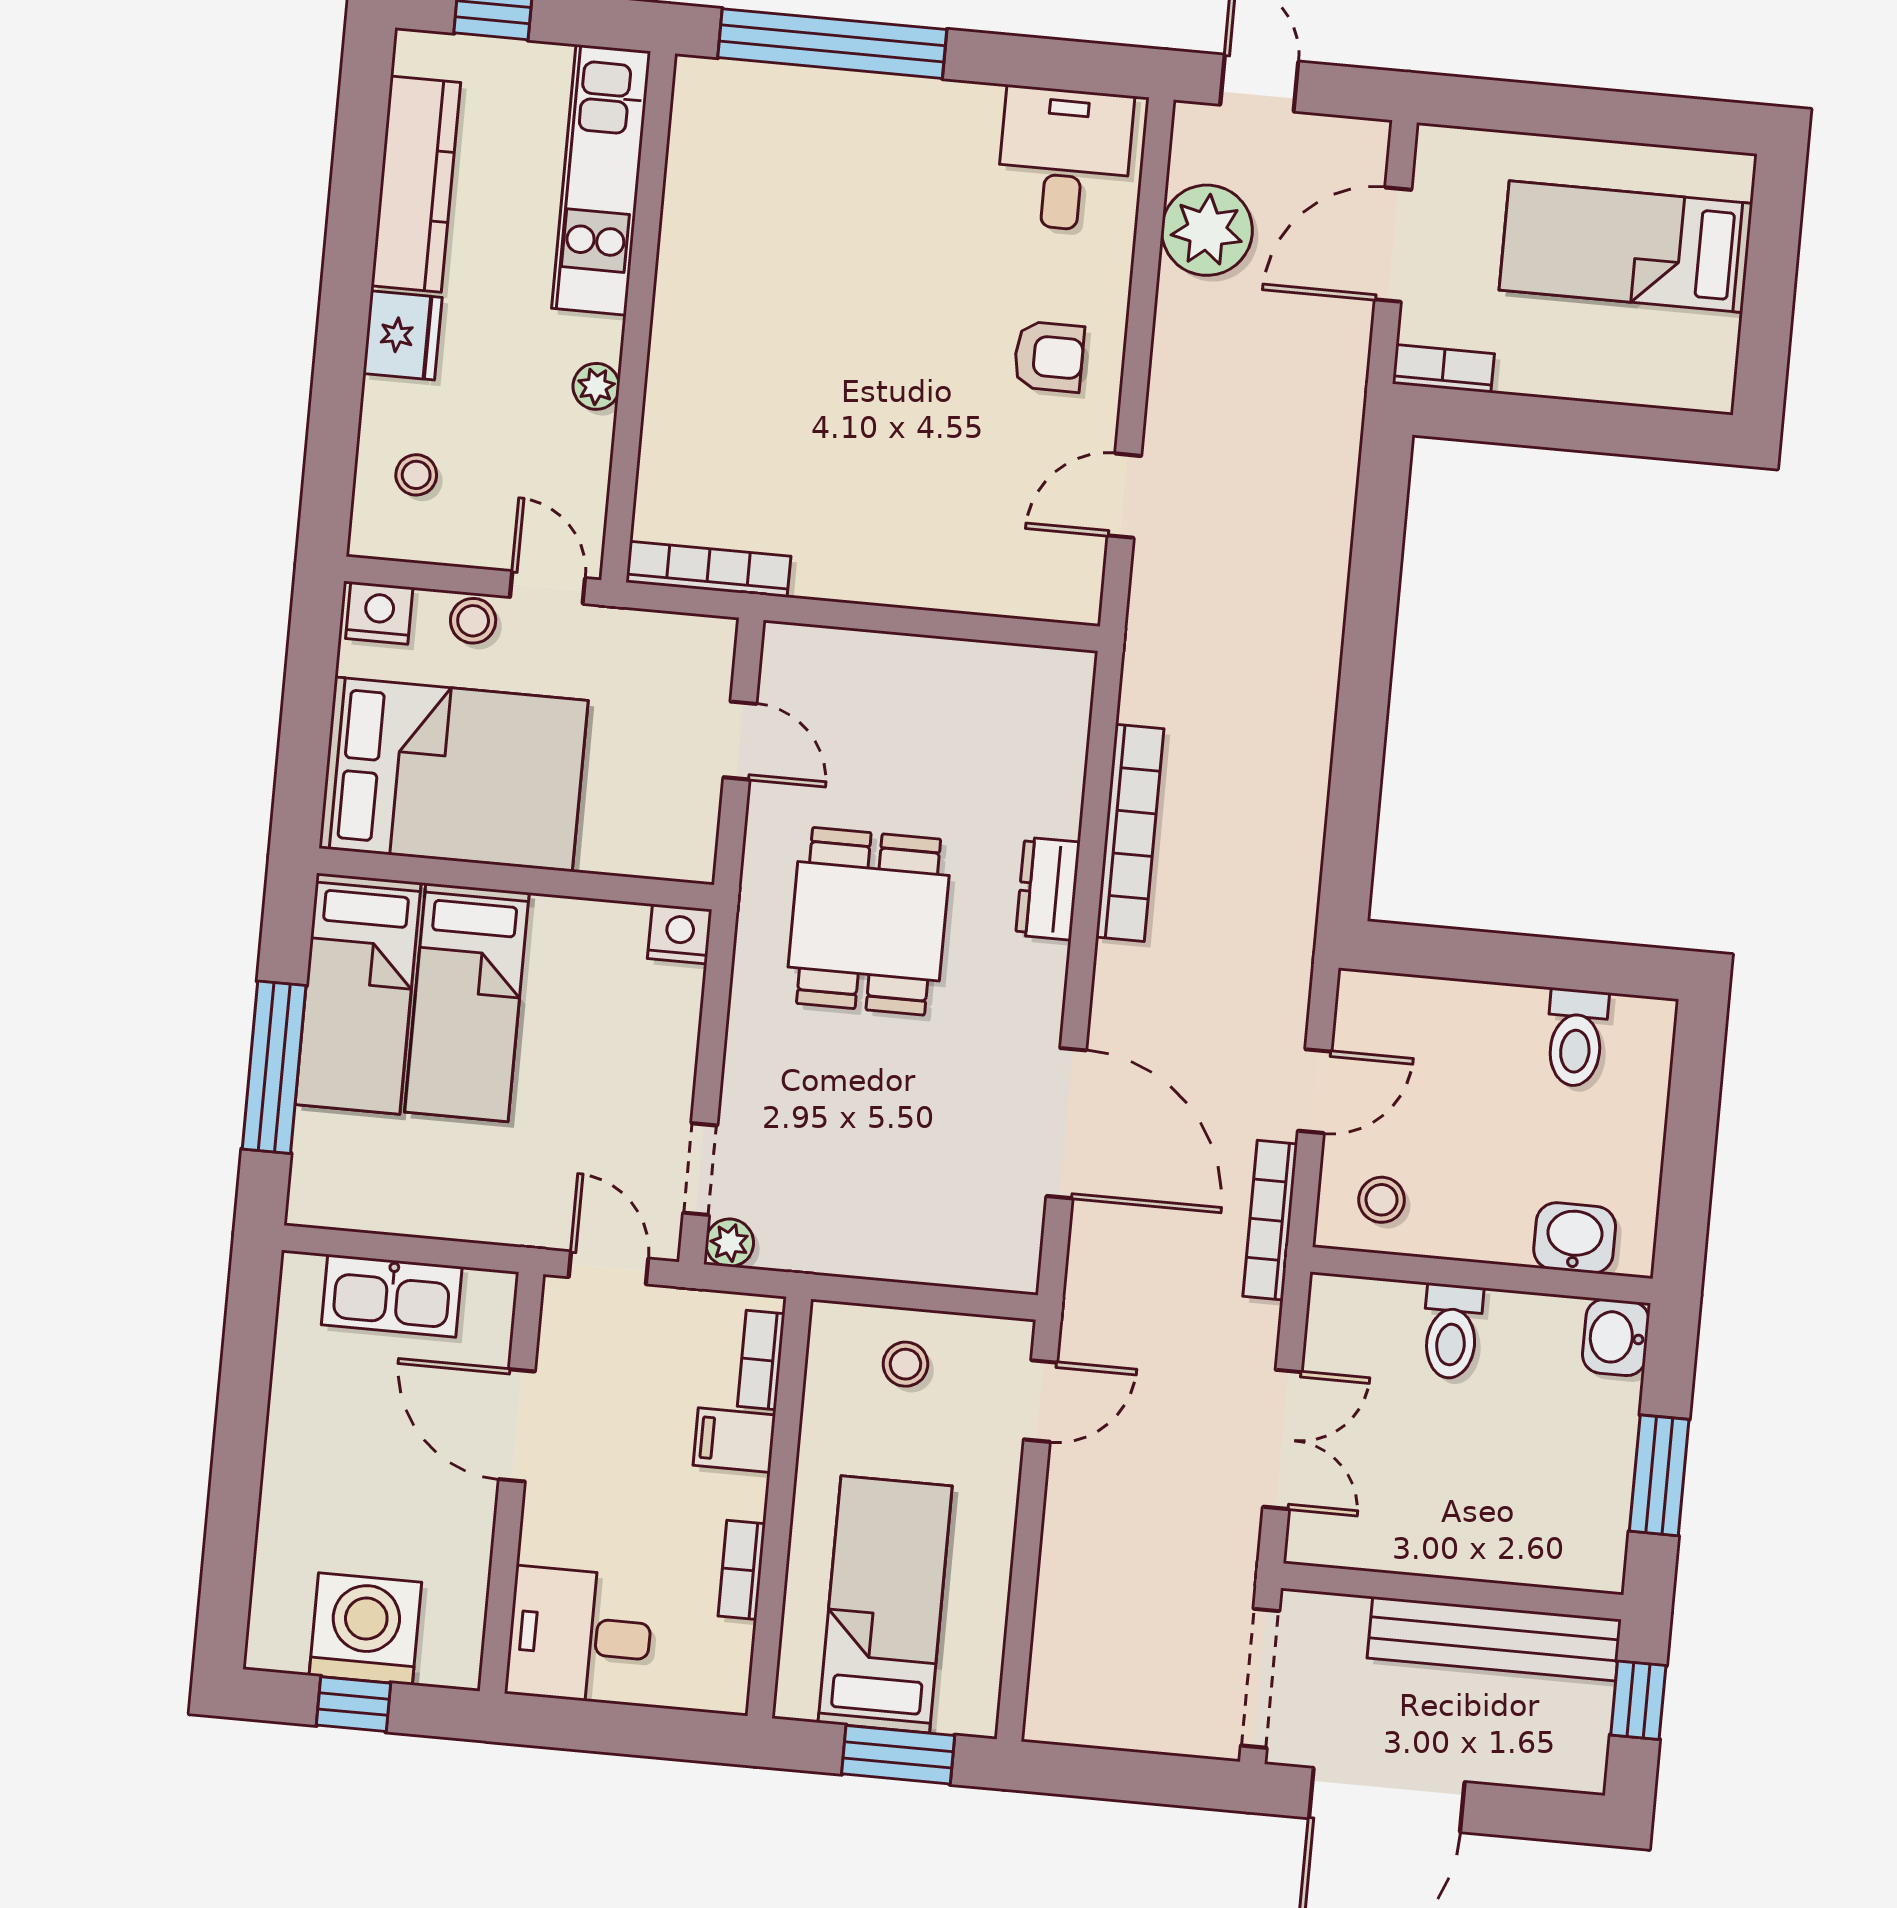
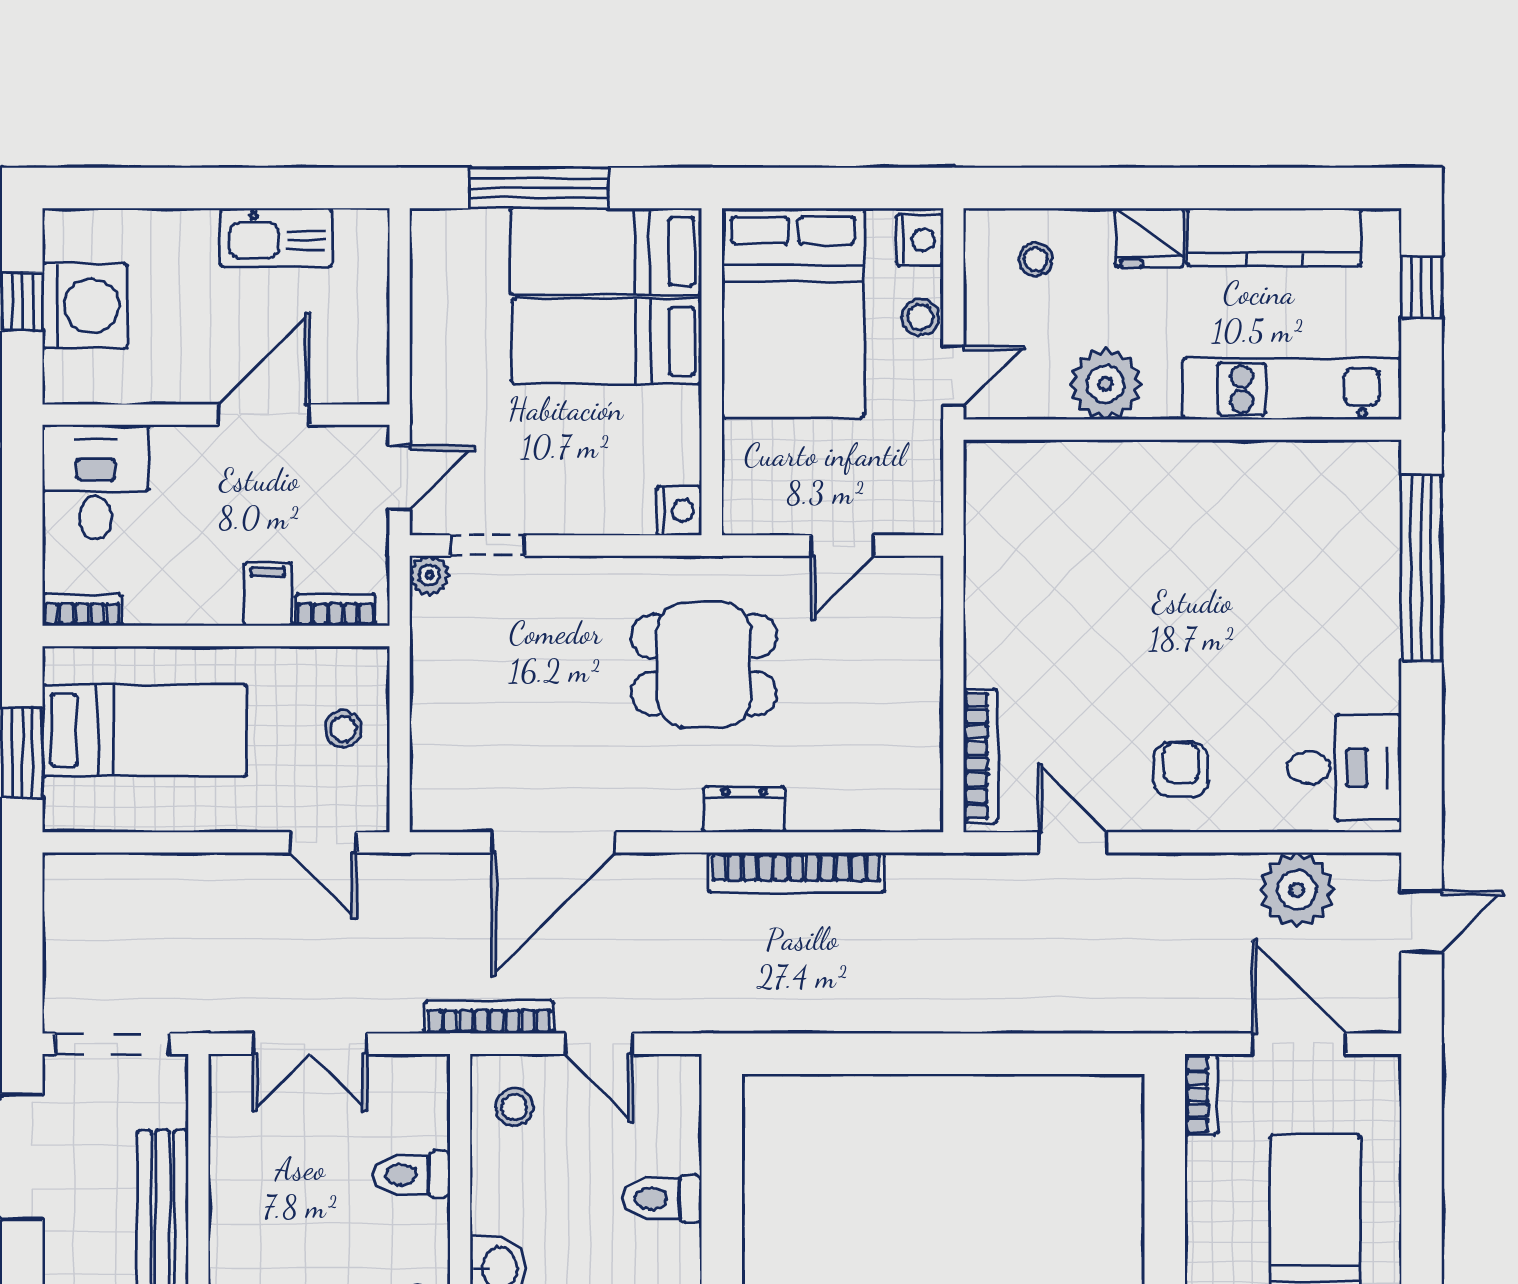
armchair: (1049, 357) -> (1181, 770), turned 180
plant: (596, 386) -> (1105, 384), width x1.87, depth x1.87
bookcase: (708, 569) -> (981, 756), moved
toilet: (1576, 1038) -> (662, 1199), moved
kitchen sink: (392, 1296) -> (276, 238), moved, turned -90
bookcase: (742, 1570) -> (82, 610), moved

